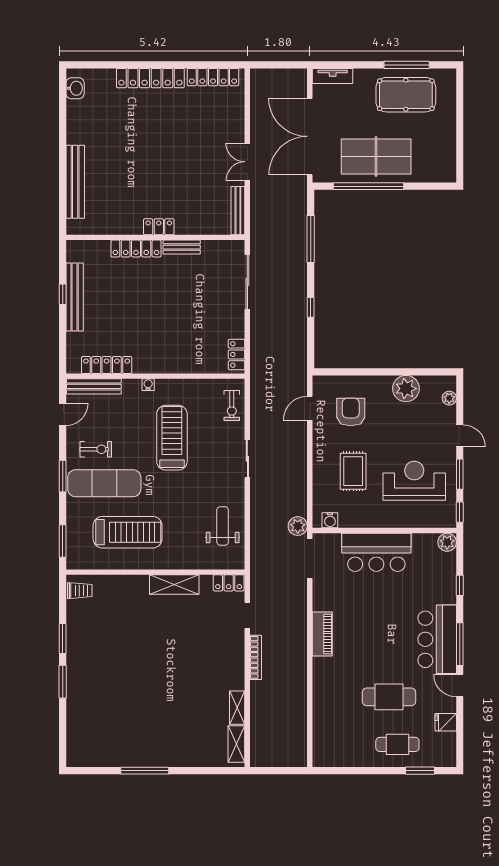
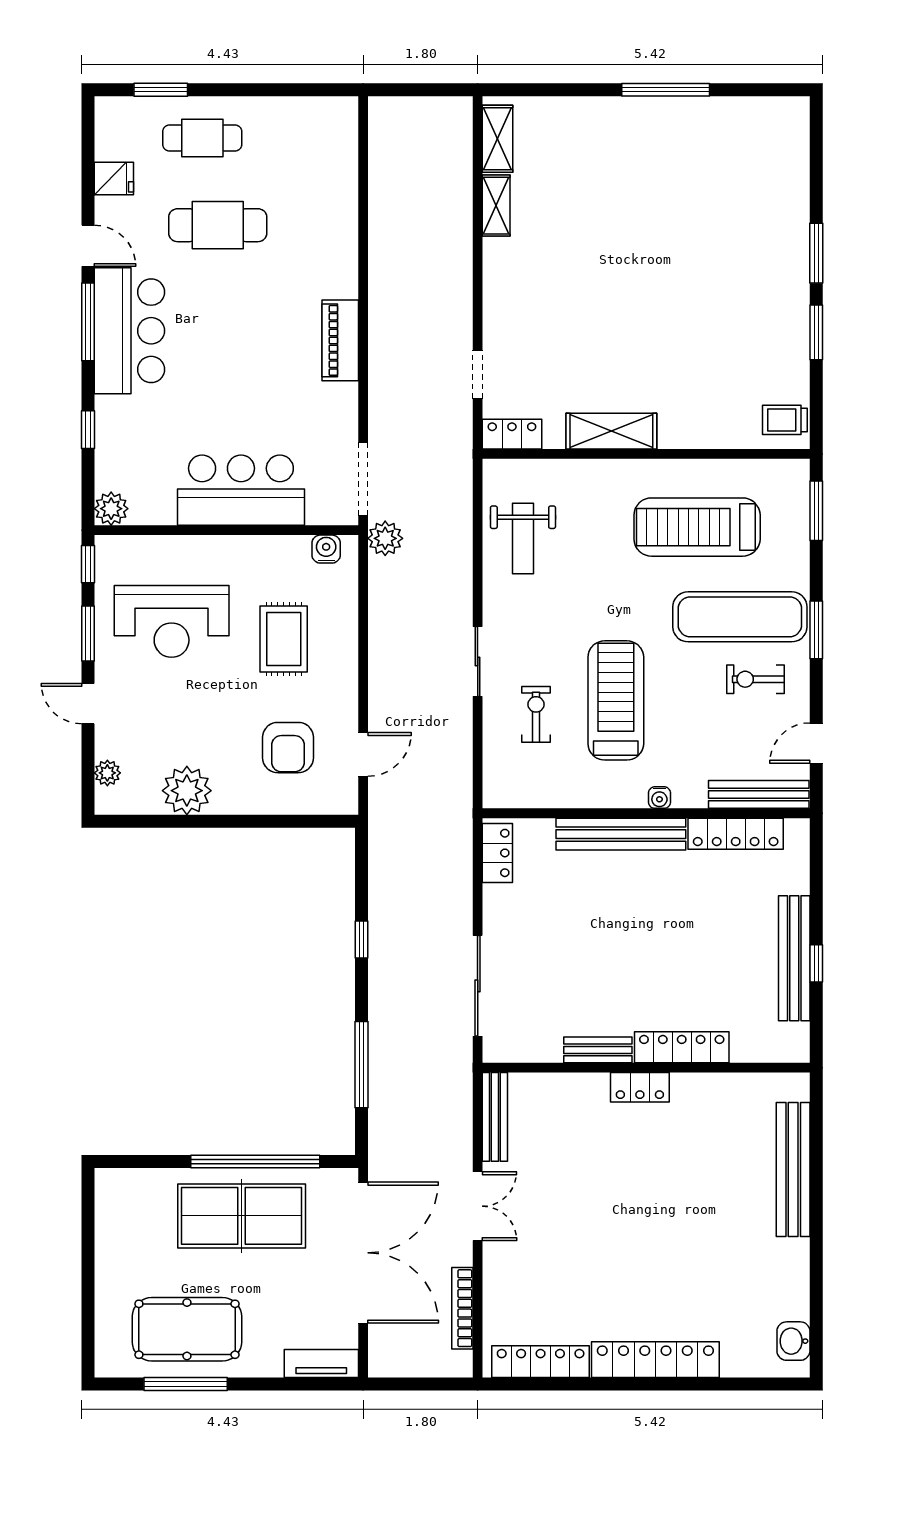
bench: (169, 365) -> (621, 834), added
exercise bike: (232, 406) -> (536, 714), moved
treadmill: (172, 438) -> (616, 700), turned 180
bookcase: (256, 657) -> (462, 1308), moved

